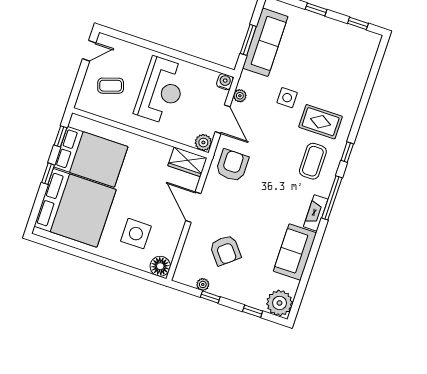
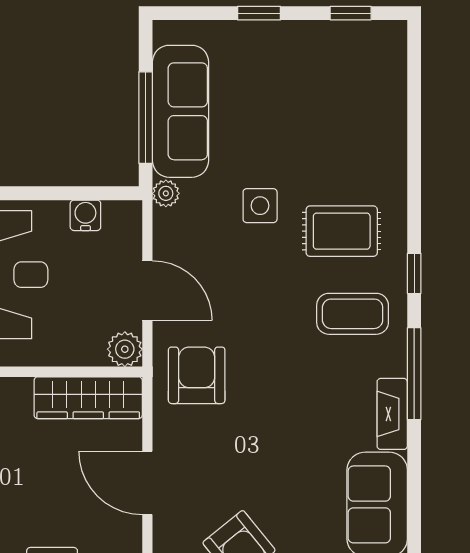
window: (248, 40) -> (146, 118), width x1.44
water cooler: (225, 82) -> (85, 215), moved
plant: (240, 96) -> (166, 193), moved
coffee table: (313, 161) -> (353, 314), turned 90
wardrobe: (187, 162) -> (88, 398), width x1.50

